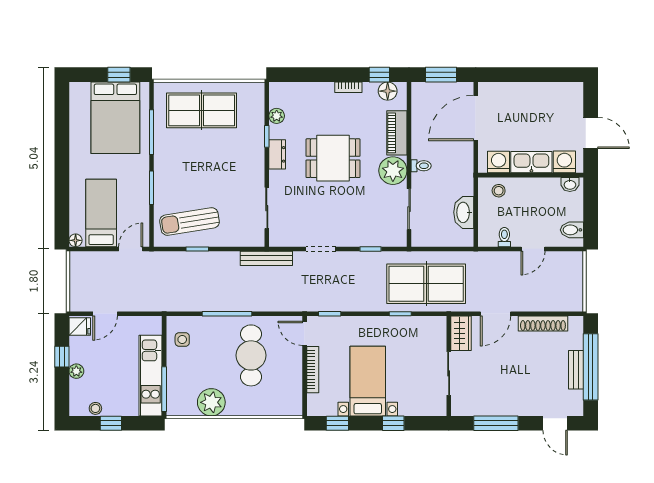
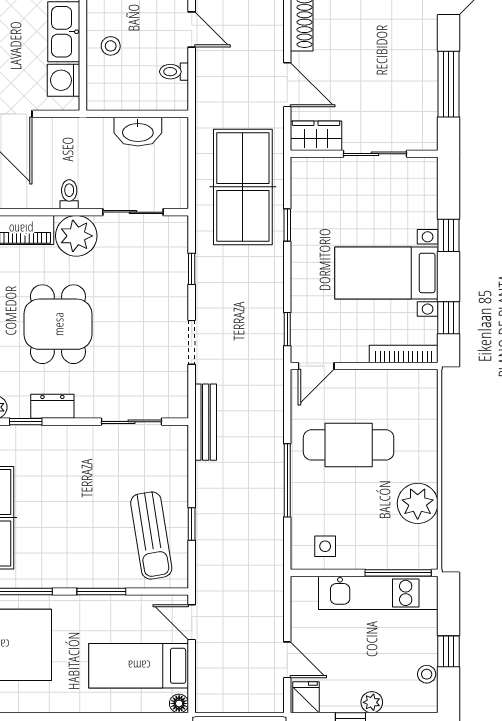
stool: (499, 191) -> (111, 46), moved
bookcase: (313, 370) -> (404, 354), moved

